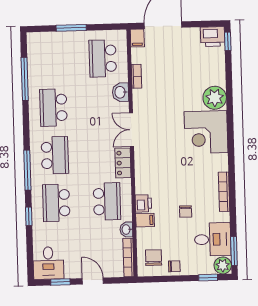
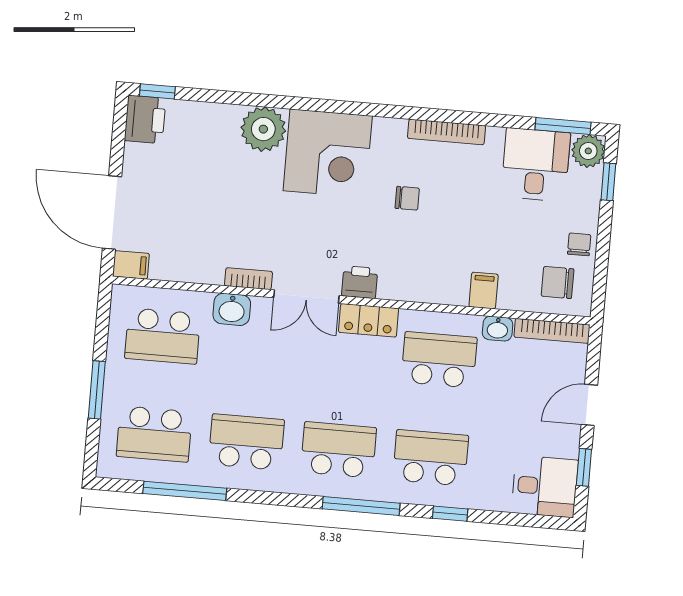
school desk: (52, 60) -> (154, 434), added
bookcase: (136, 76) -> (248, 279), moved
school desk: (53, 108) -> (246, 442), turned 180
school desk: (56, 203) -> (431, 458), turned 180
printer: (143, 203) -> (360, 282), moved
chair: (186, 212) -> (407, 198), moved

